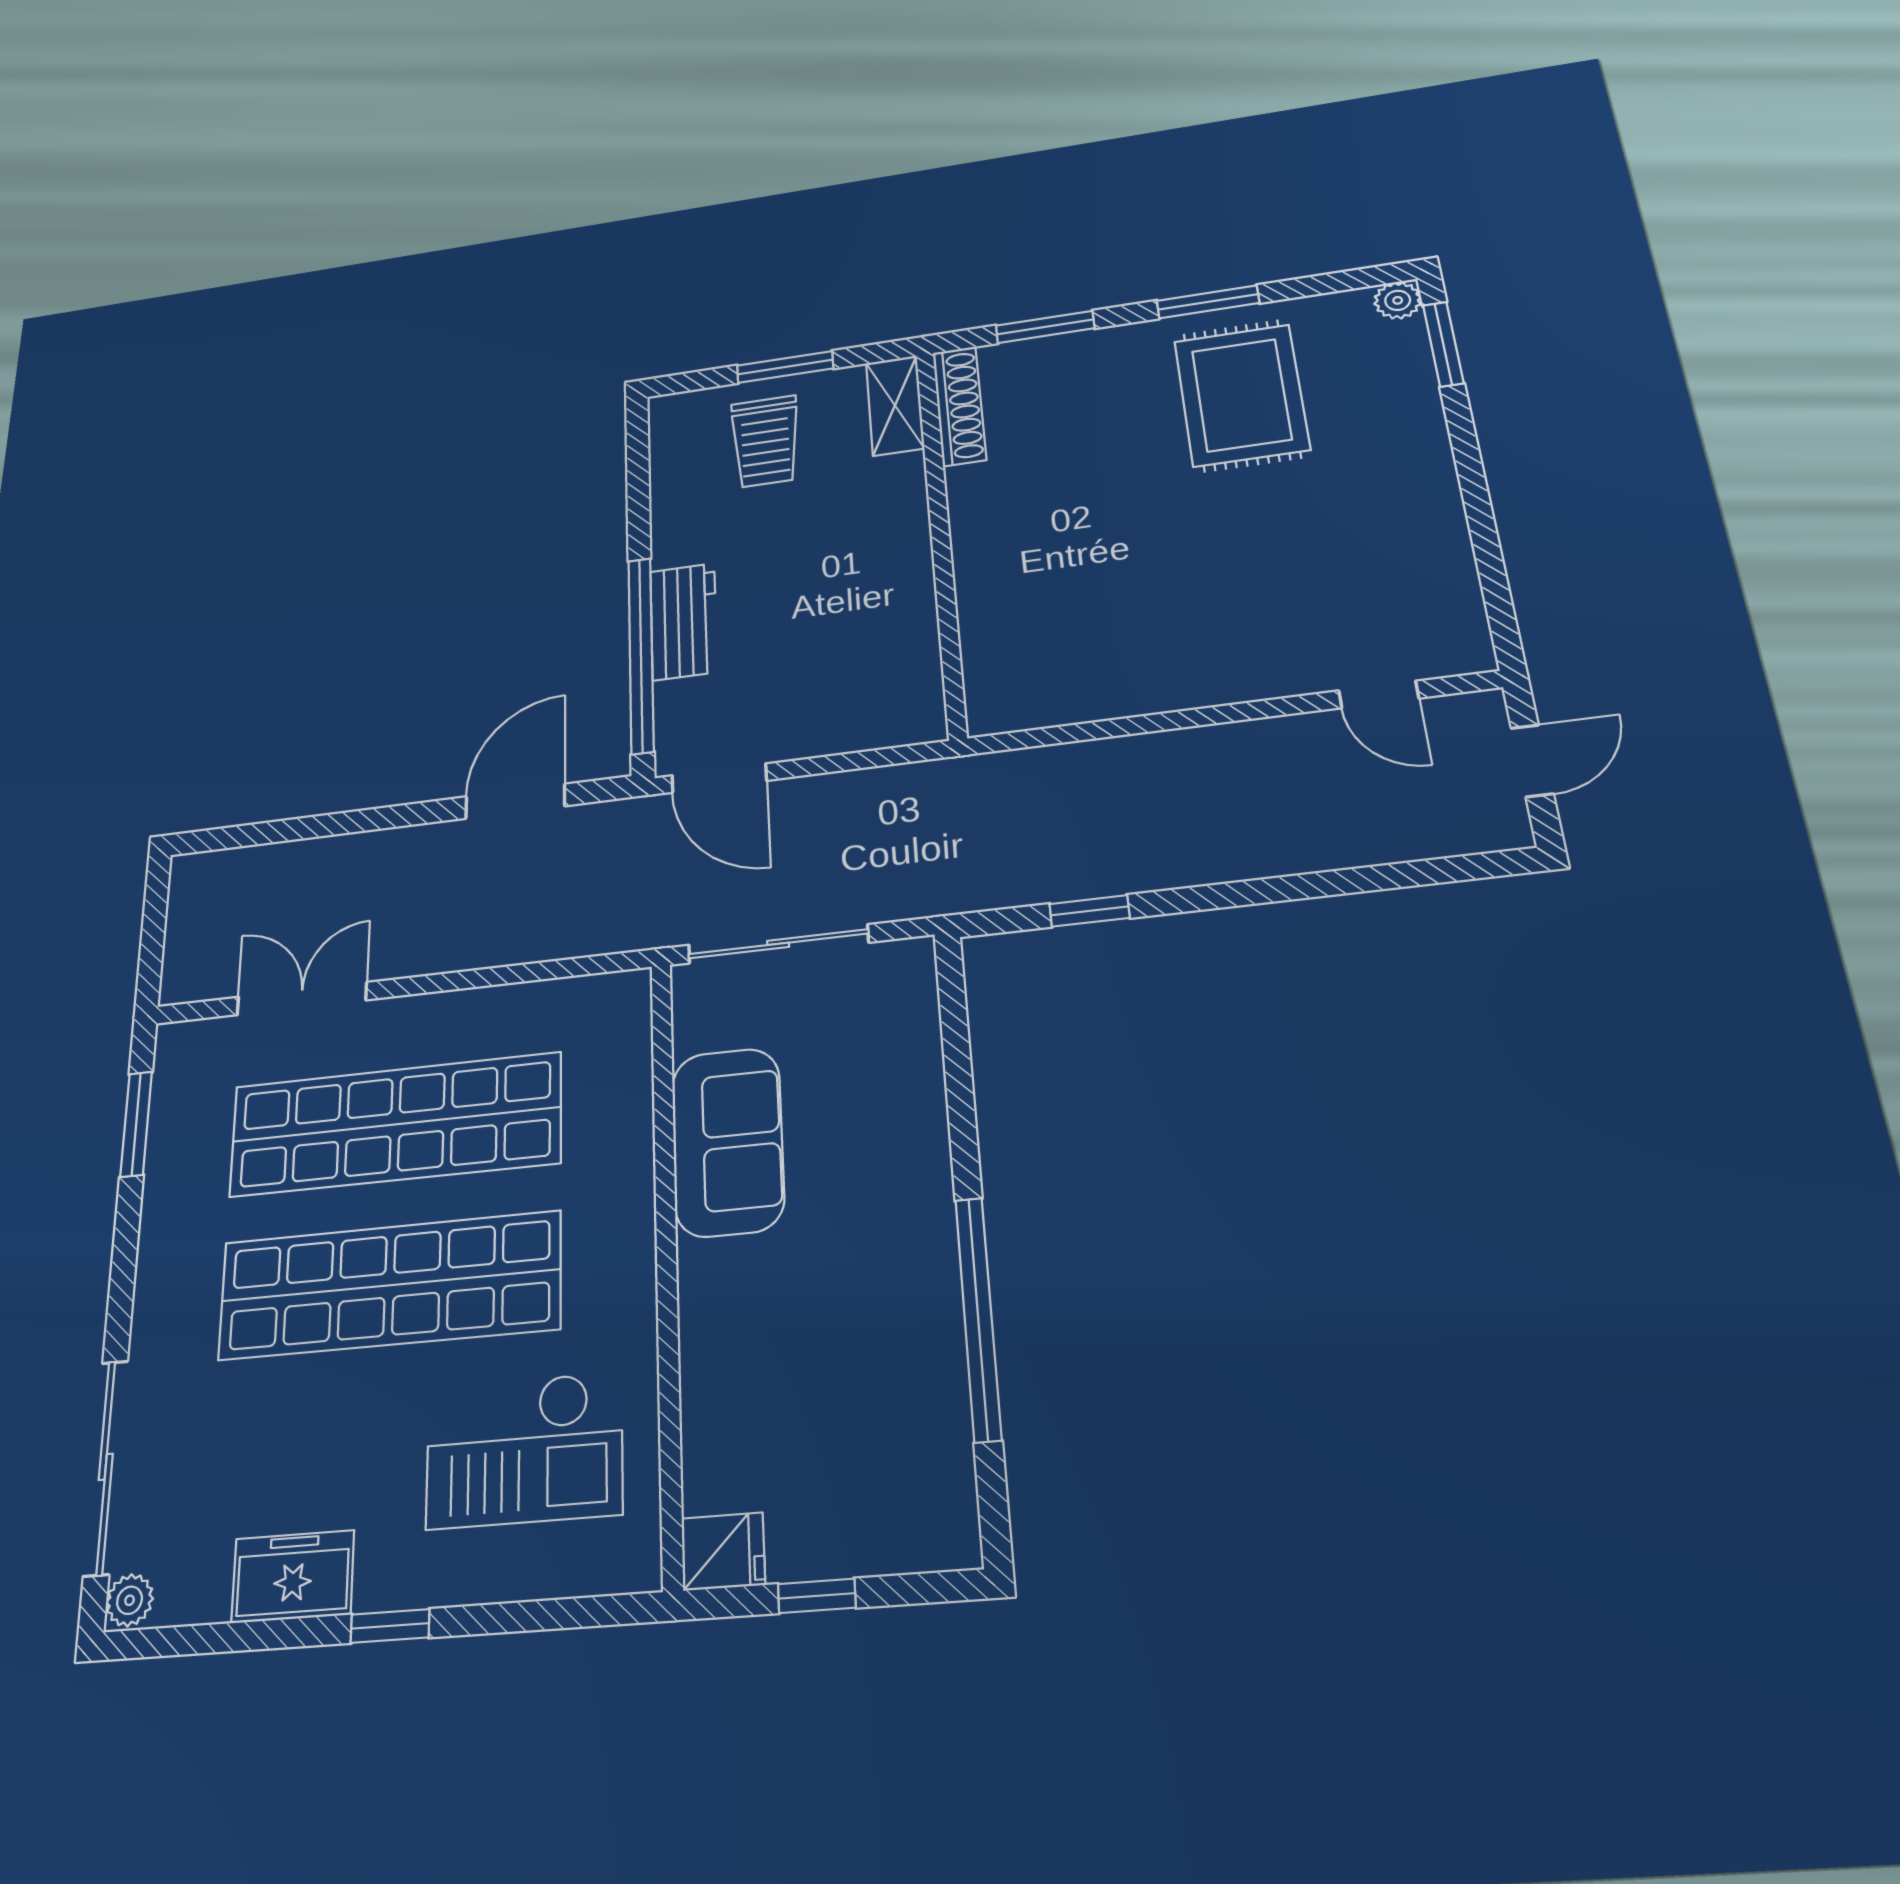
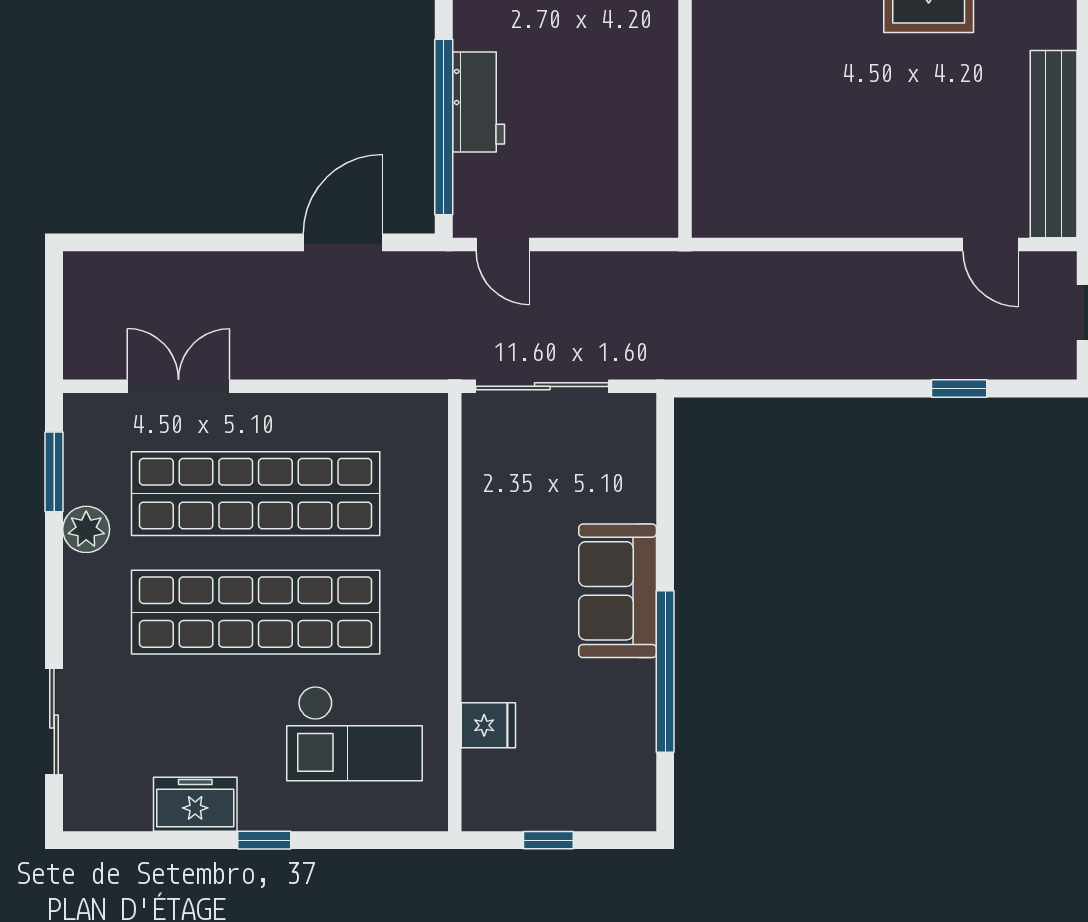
bench: (1444, 566) -> (1054, 144), added
door: (719, 778) -> (503, 245), width x0.73
window: (1089, 911) -> (959, 388), moved
sofa: (728, 1142) -> (618, 591), moved, turned 180
sliding door: (106, 1467) -> (54, 722), width x0.73
fridge: (723, 1551) -> (488, 725), moved
plant: (130, 1600) -> (86, 529), moved, width x1.38, depth x1.38

